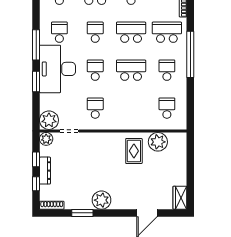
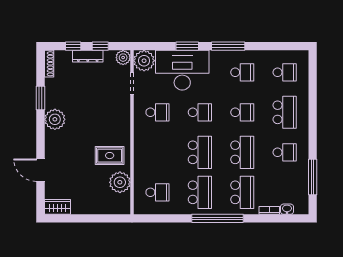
desk: (58, 69) -> (182, 70), moved
school desk: (167, 70) -> (200, 192), width x1.85

